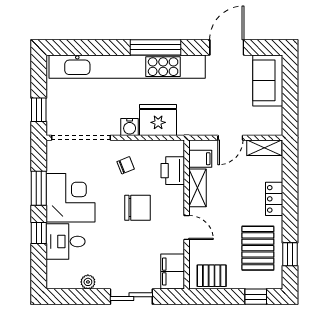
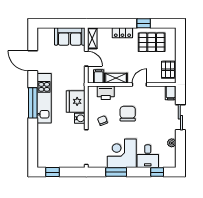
kitchen unit: (127, 67) -> (44, 98), width x0.54
sofa: (268, 80) -> (70, 36), moved
window: (39, 110) -> (52, 172), moved
window: (39, 233) -> (157, 172), moved
window: (290, 254) -> (144, 23), moved
filing cabinet: (173, 272) -> (171, 93), width x0.50
window: (256, 297) -> (180, 44), removed

